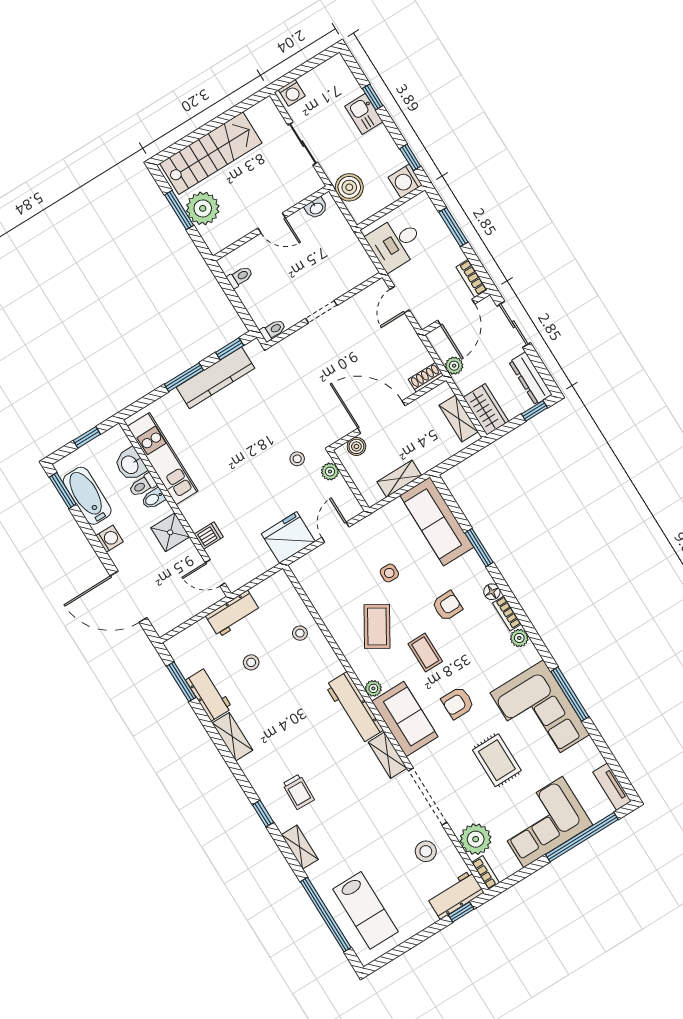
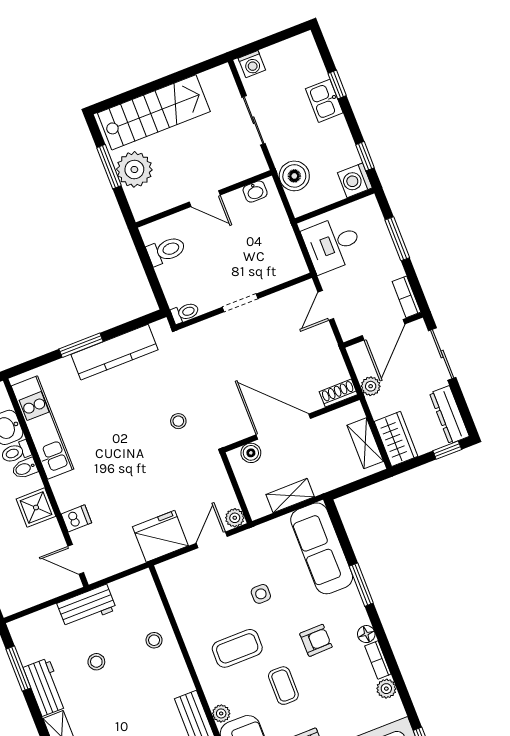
toilet: (240, 277) -> (166, 251), width x1.37, depth x1.39
window: (230, 349) -> (135, 324), removed
stool: (297, 459) -> (178, 421), moved
plant: (330, 472) -> (235, 518), moved
coffee table: (377, 626) -> (237, 648), turned 59

